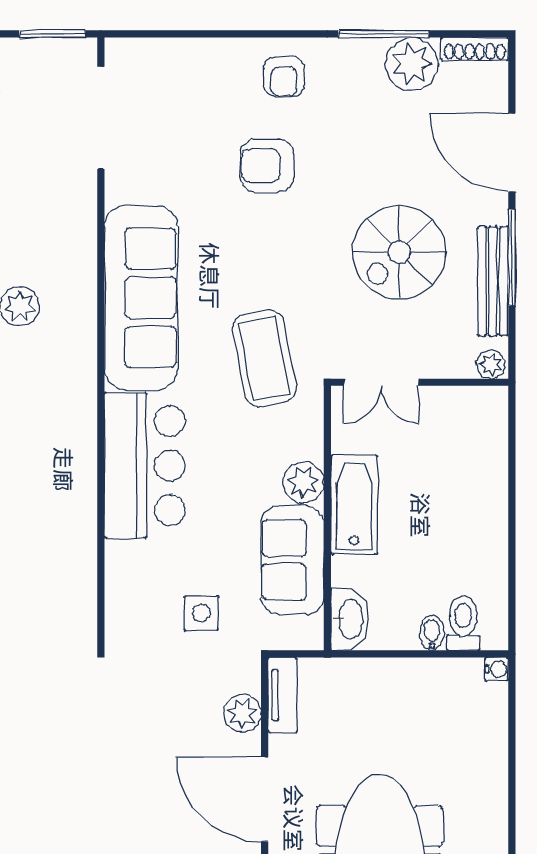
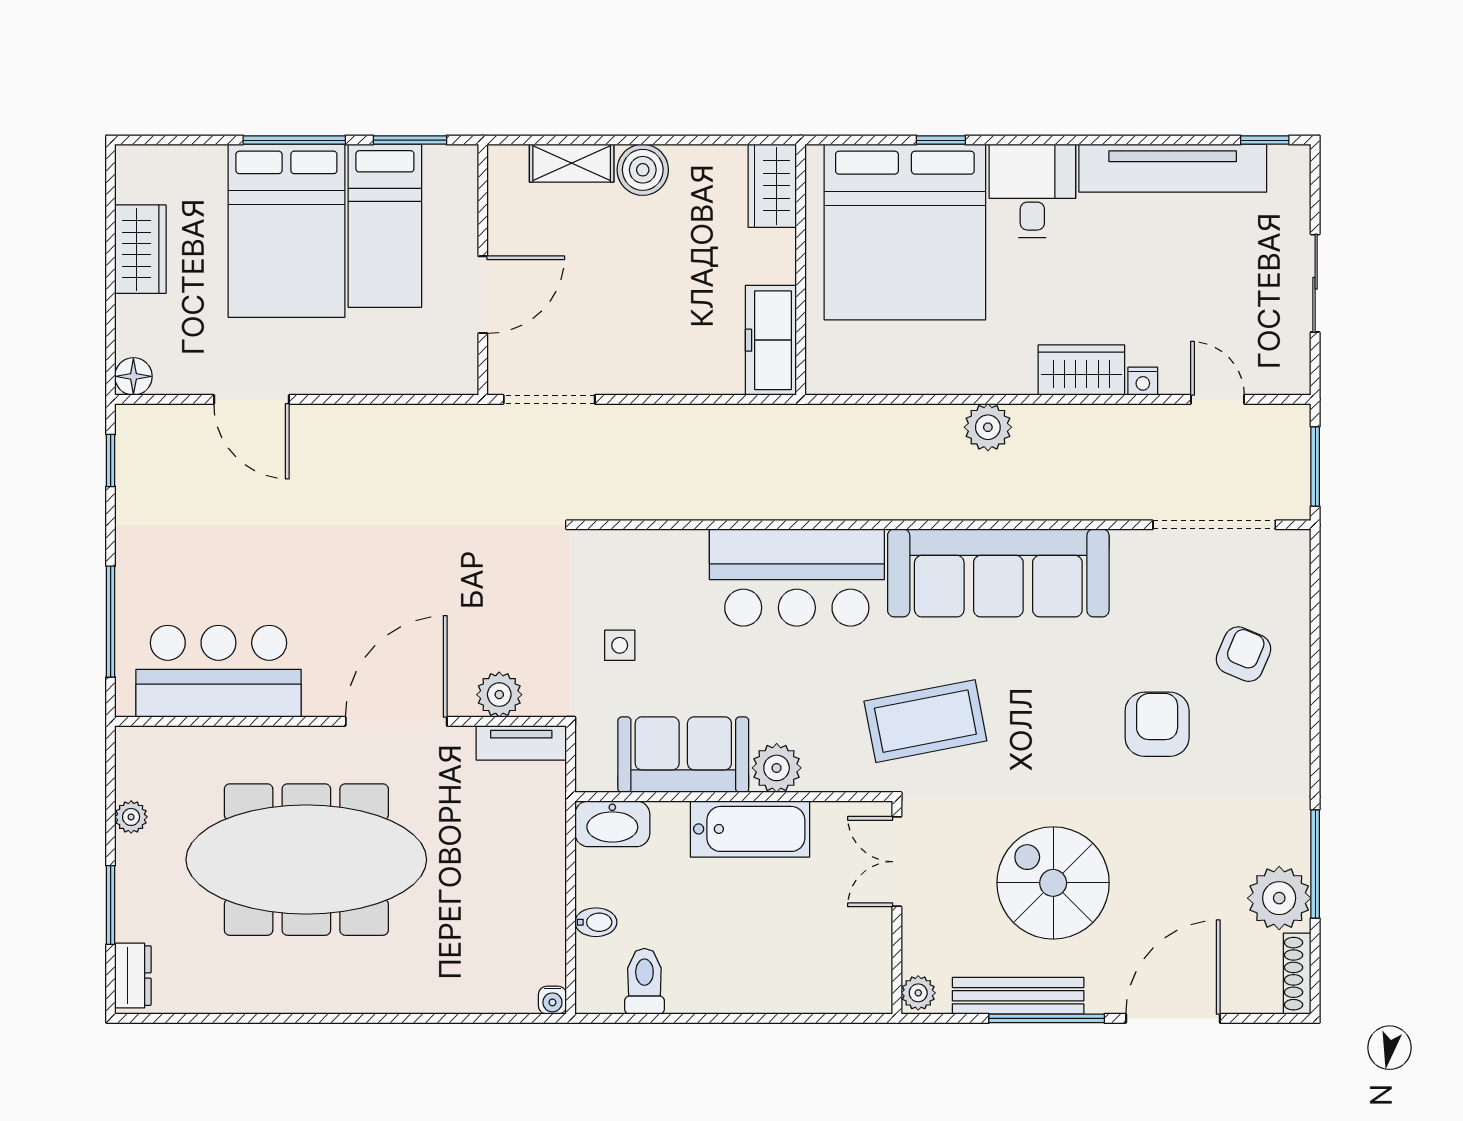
armchair: (284, 77) -> (1243, 654), moved, turned 113
side table: (201, 613) -> (620, 645), width x0.73, depth x0.73
toilet: (463, 623) -> (644, 981), moved, turned -90

